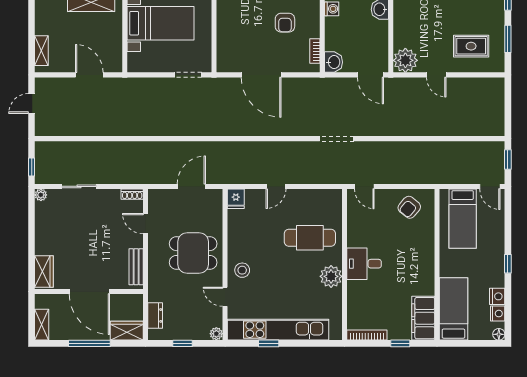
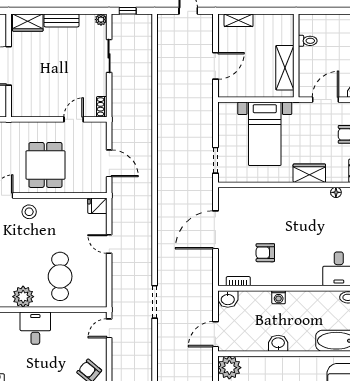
bench: (136, 267) -> (62, 20), moved

